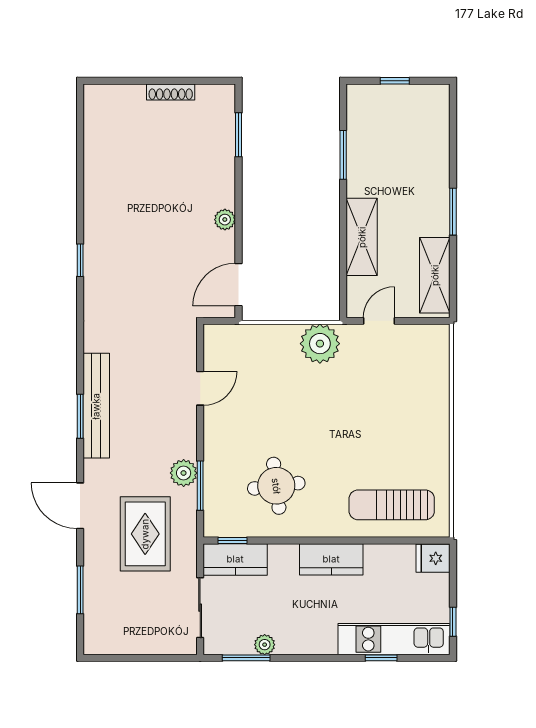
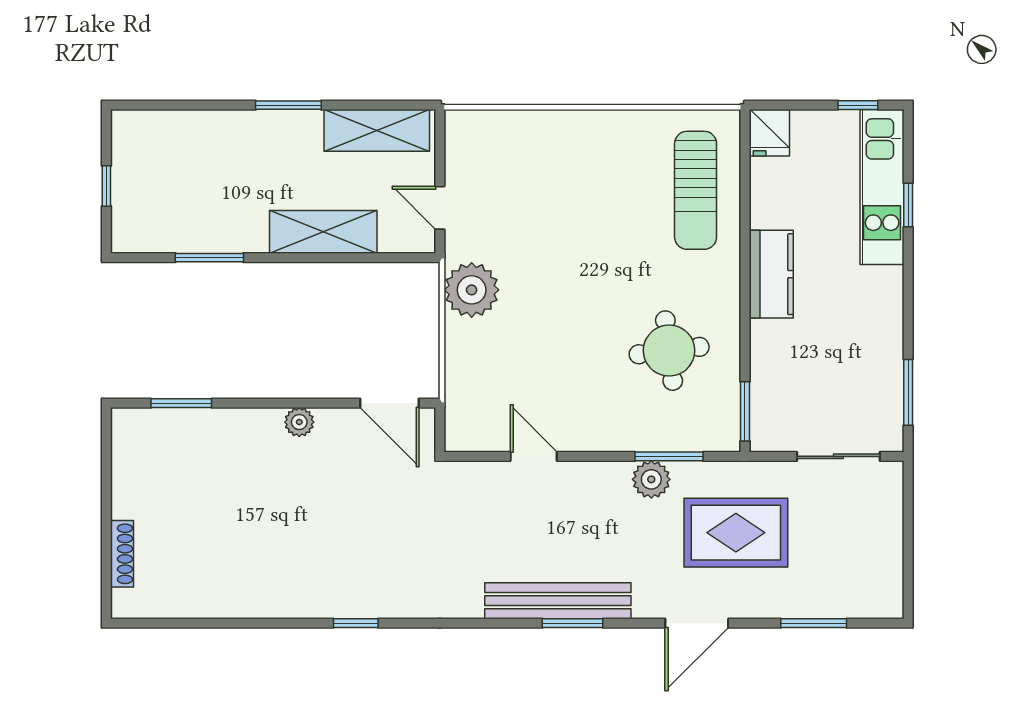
shoe rack: (171, 92) -> (122, 554), moved
window: (232, 540) -> (745, 411), width x1.50
kitchen counter: (235, 559) -> (771, 408), removed
plant: (265, 645) -> (890, 367), removed

